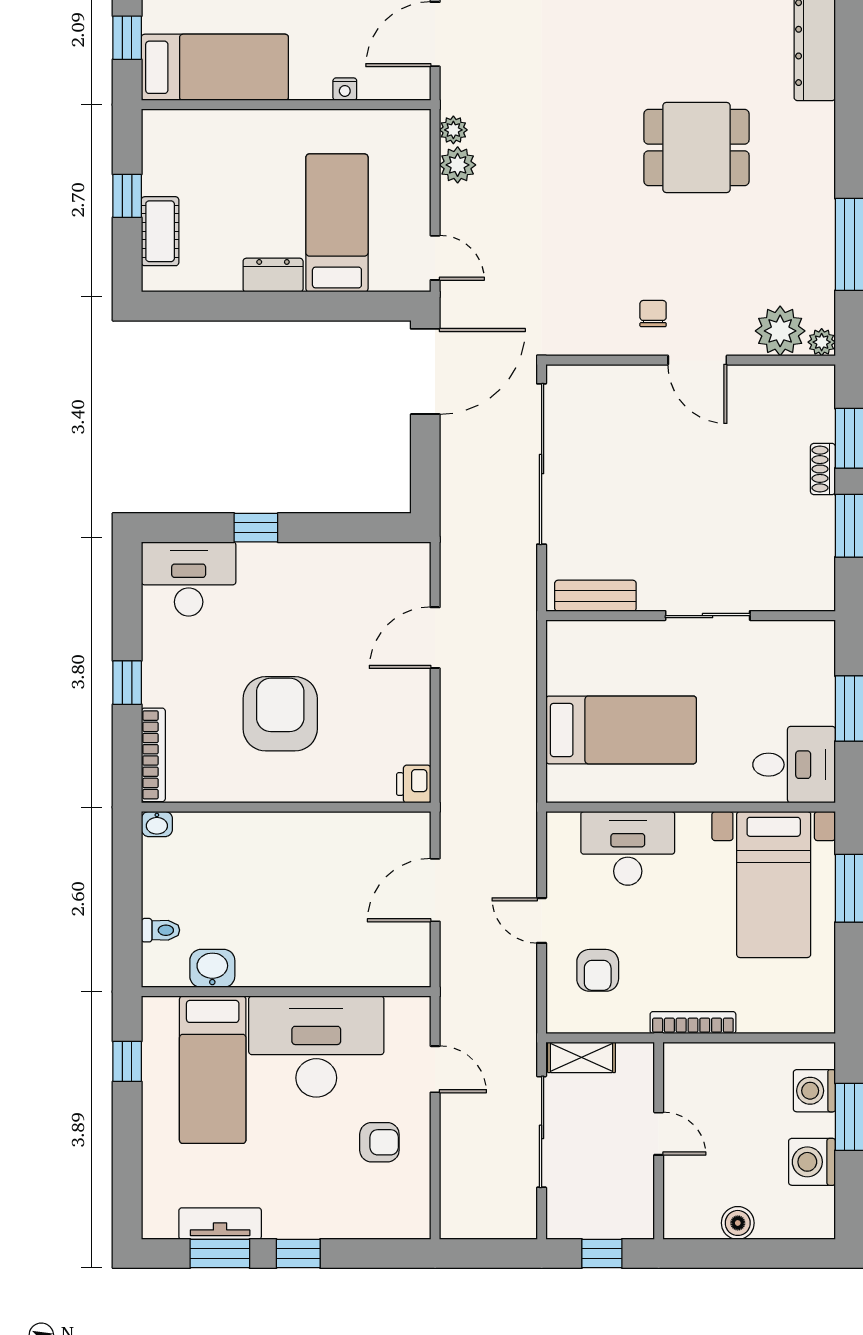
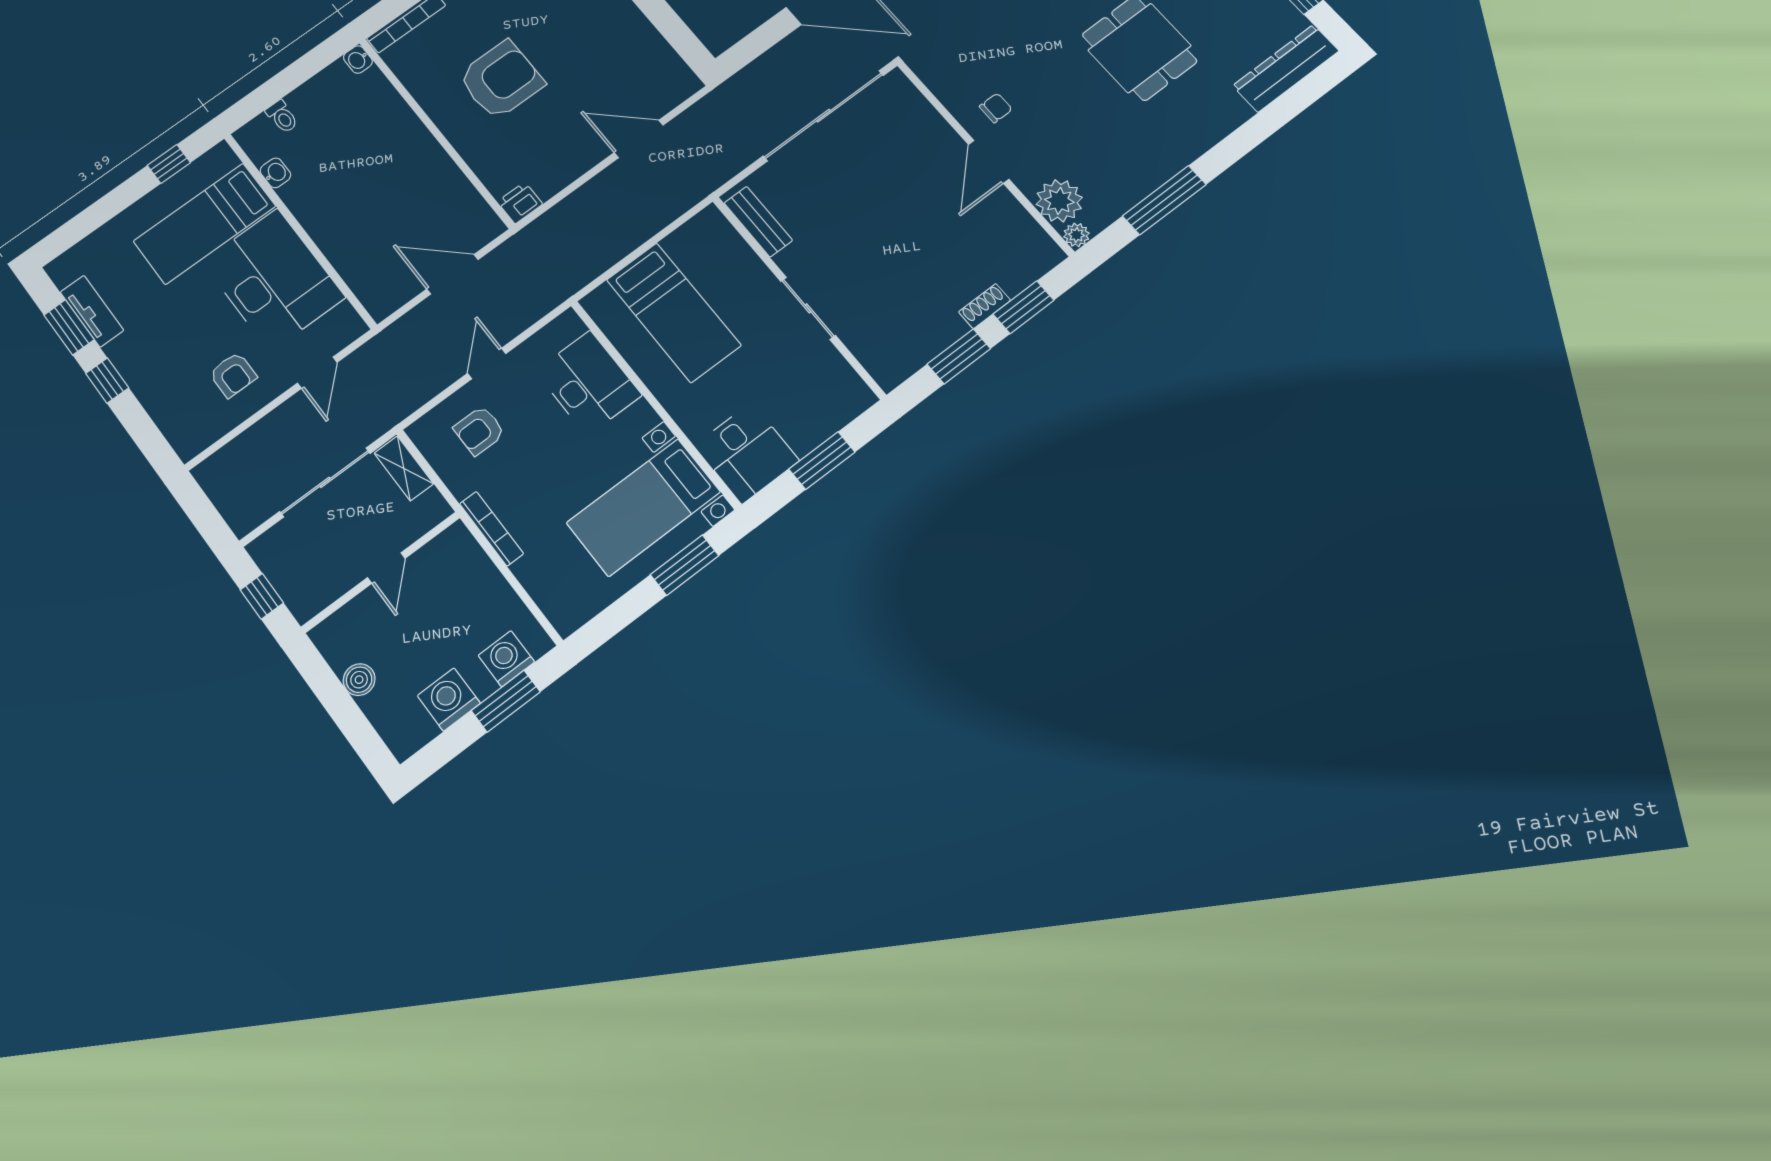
washbasin: (212, 968) -> (275, 173), width x0.72, depth x0.69

